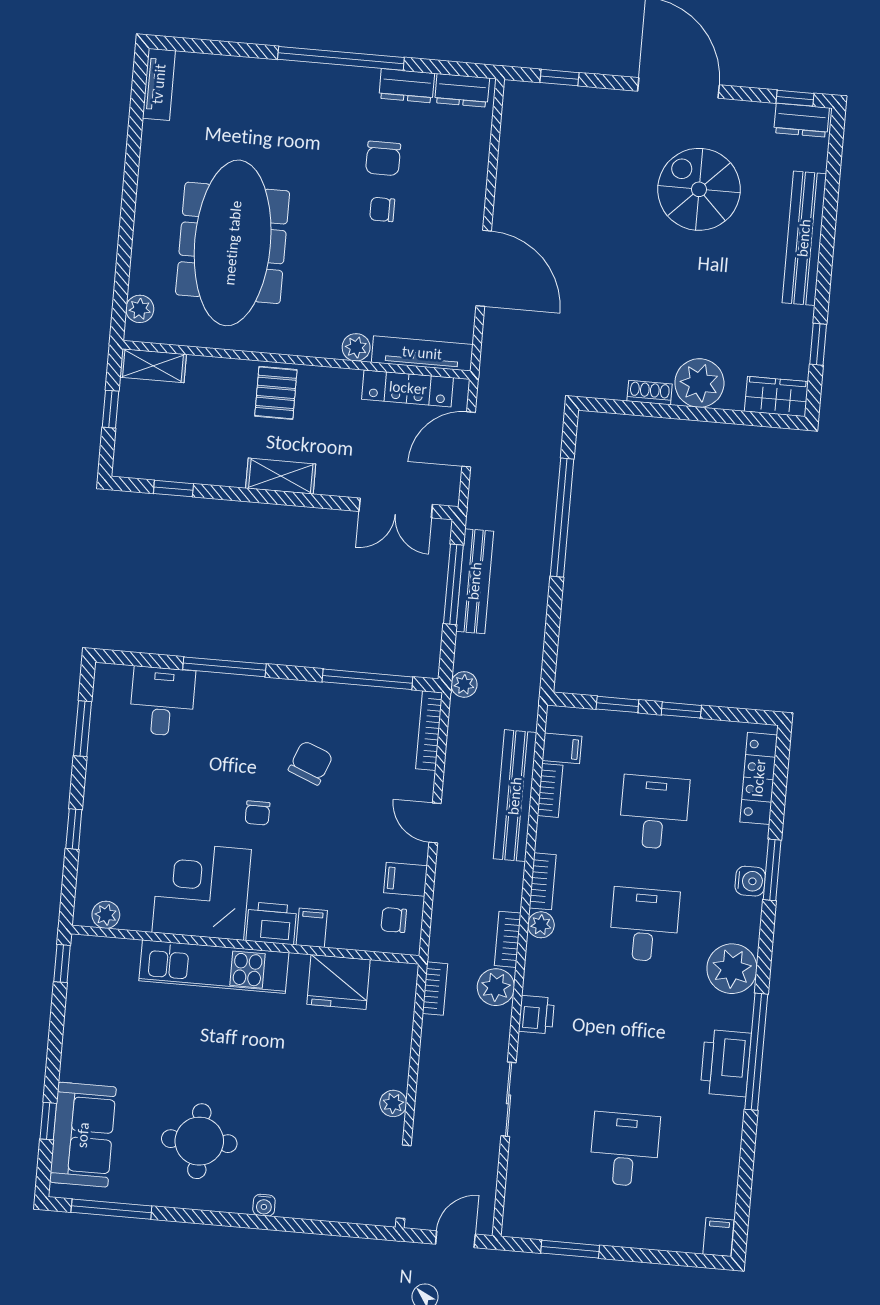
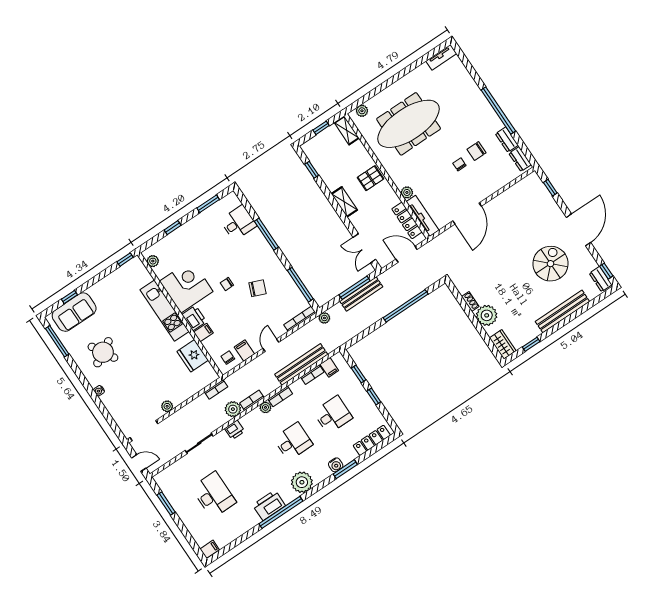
round table: (199, 1141) -> (103, 352), turned -30
desk: (625, 1149) -> (214, 495), width x1.37

